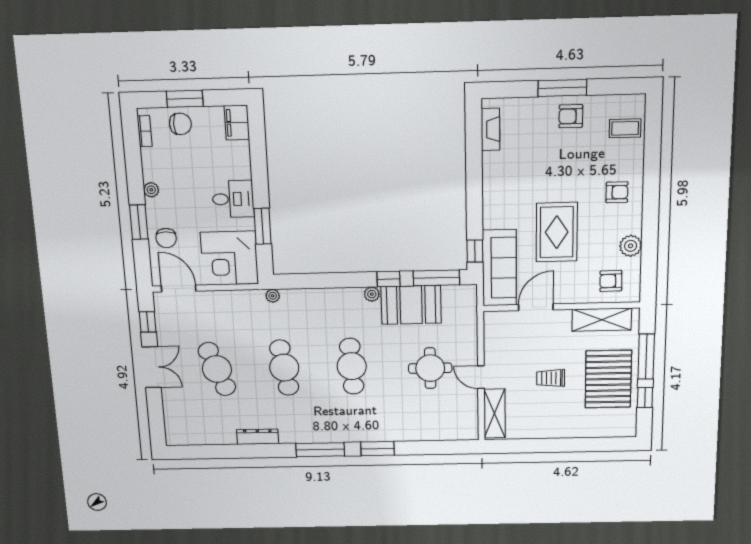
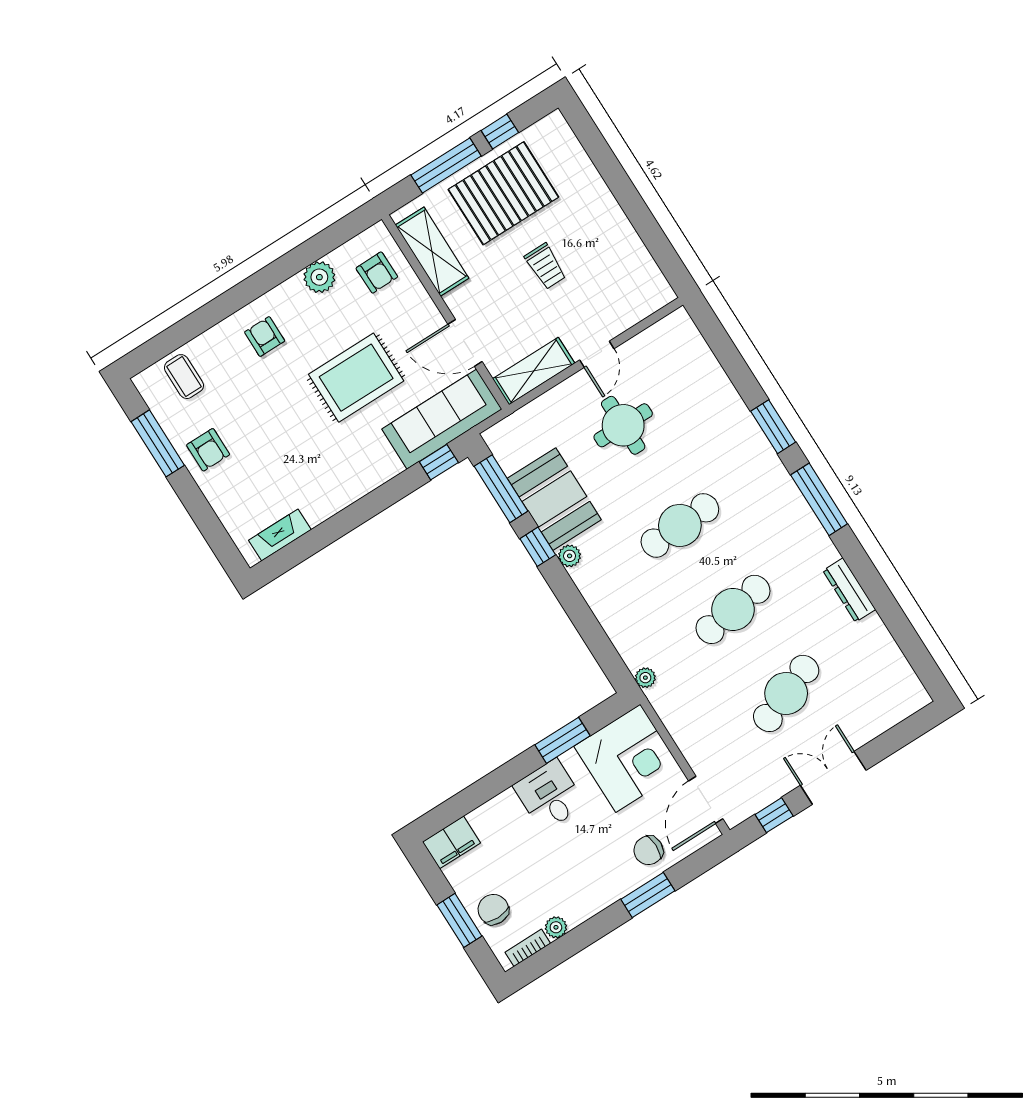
window: (562, 88) -> (158, 443), moved
plant: (151, 190) -> (556, 927), moved
chair: (166, 238) -> (648, 850), turned 180
shelving: (495, 413) -> (534, 371), moved

